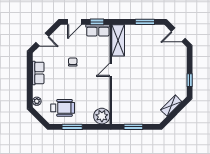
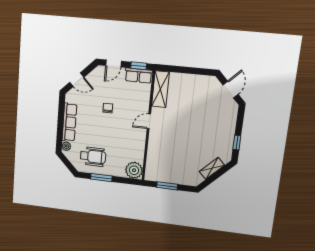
window: (145, 22) -> (193, 71), removed
door: (178, 35) -> (231, 90), swing flipped
row of seats: (38, 73) -> (69, 122), width x1.48

